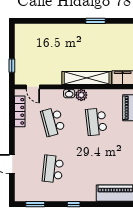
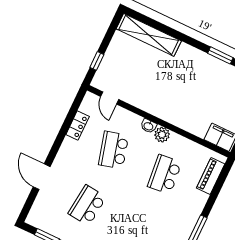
shelving: (87, 78) -> (149, 35), moved
locker: (20, 111) -> (78, 125), width x0.66

